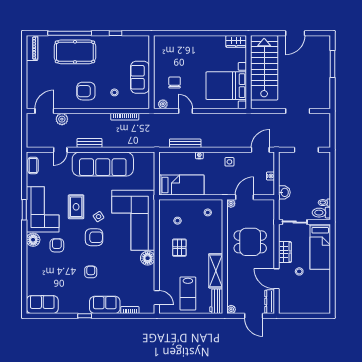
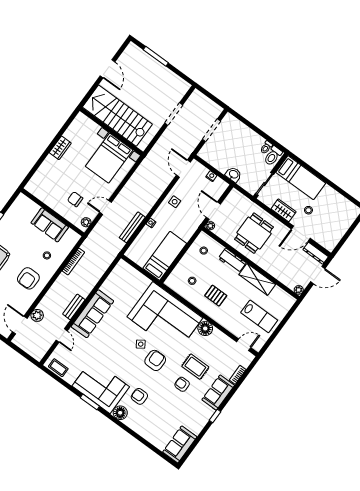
wardrobe: (236, 41) -> (60, 148), moved
sofa: (103, 164) -> (92, 314), width x0.74, depth x0.79
rug: (76, 207) -> (195, 367), moved
workbench: (216, 301) -> (232, 261), moved

